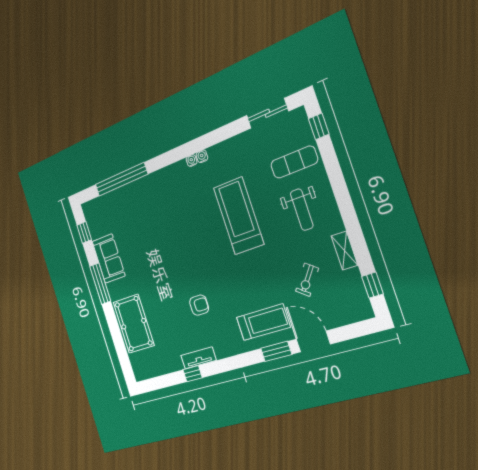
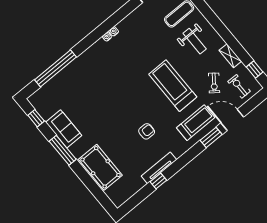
treadmill: (239, 216) -> (173, 86), moved
exercise bike: (340, 300) -> (239, 86), added
tv unit: (198, 358) -> (159, 168), width x1.41

